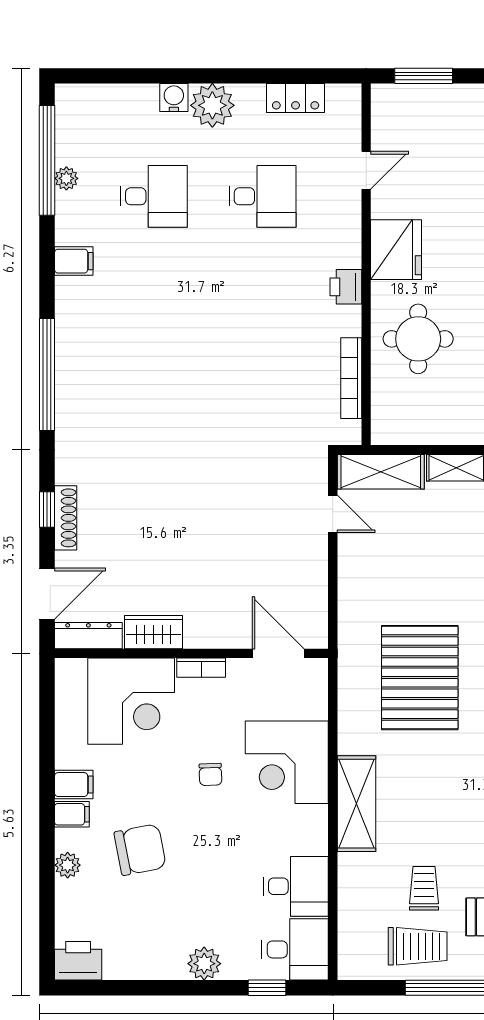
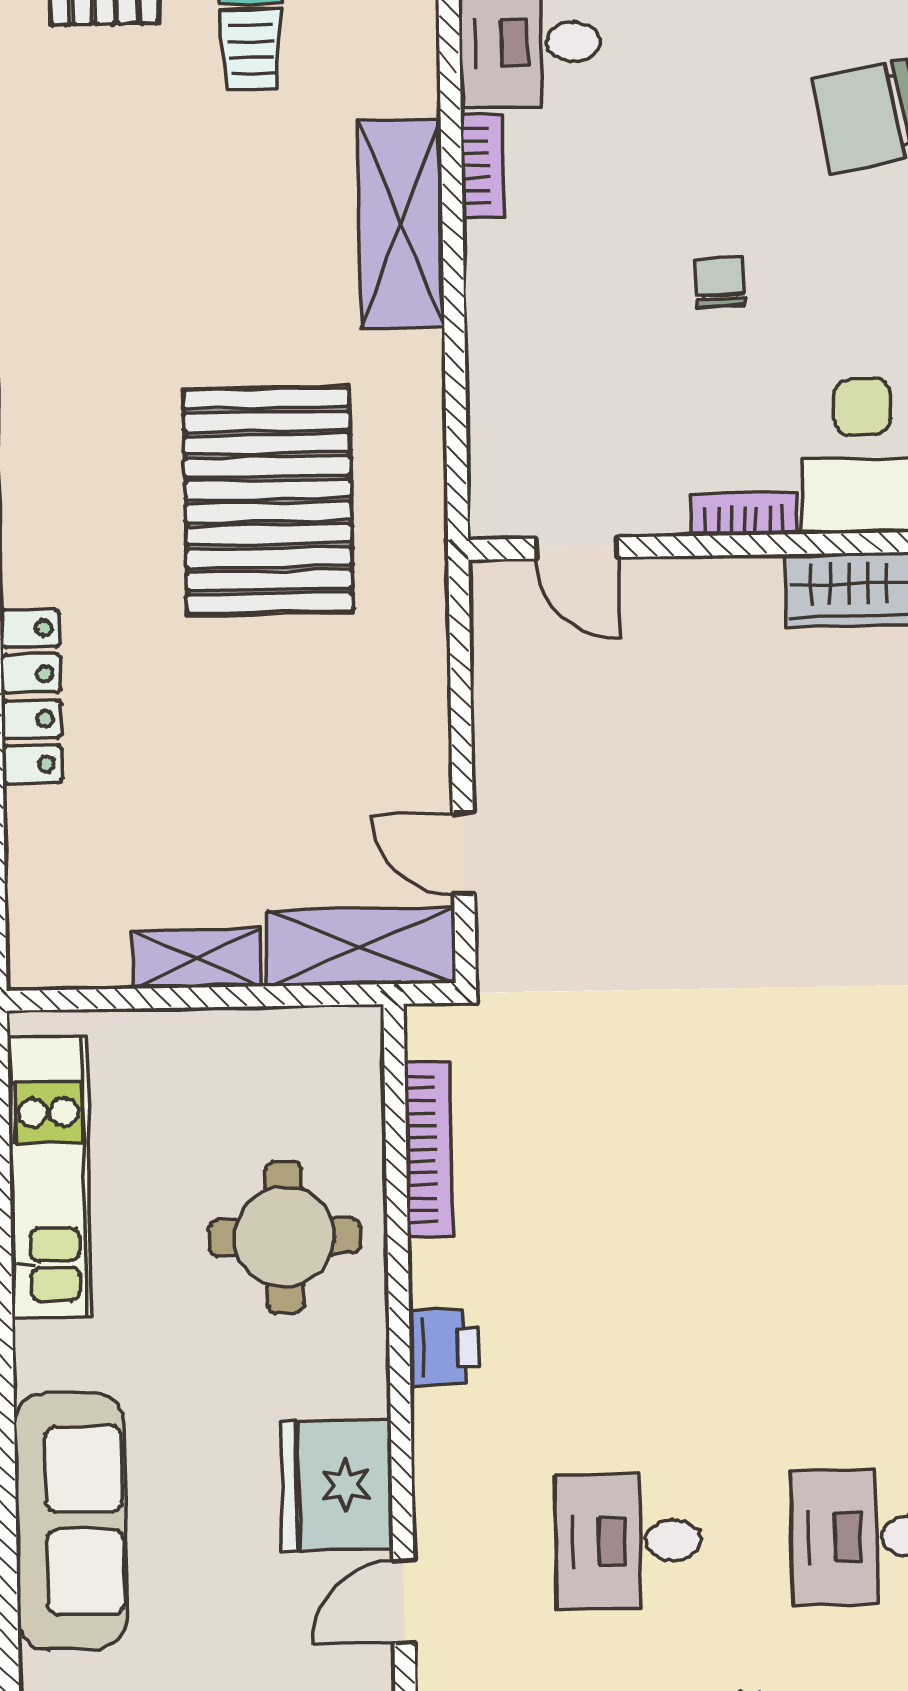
fridge: (396, 250) -> (337, 1485), moved
door: (278, 653) -> (577, 548), width x0.73
corner desk: (287, 762) -> (554, 312), removed
bookcase: (319, 830) -> (482, 166), added

